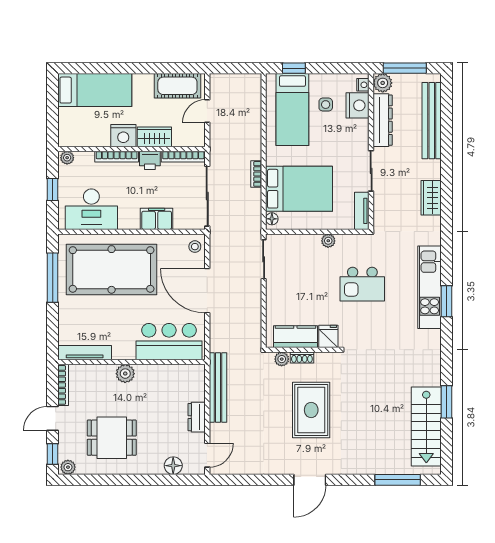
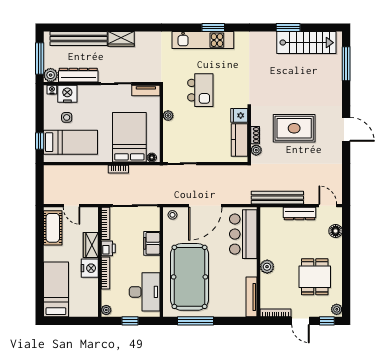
wardrobe: (431, 198) -> (121, 39), moved
dresser: (197, 417) -> (299, 214), width x1.44

